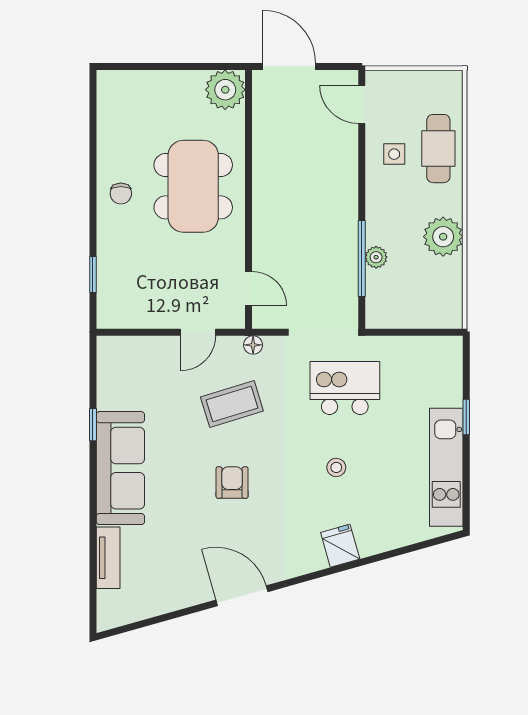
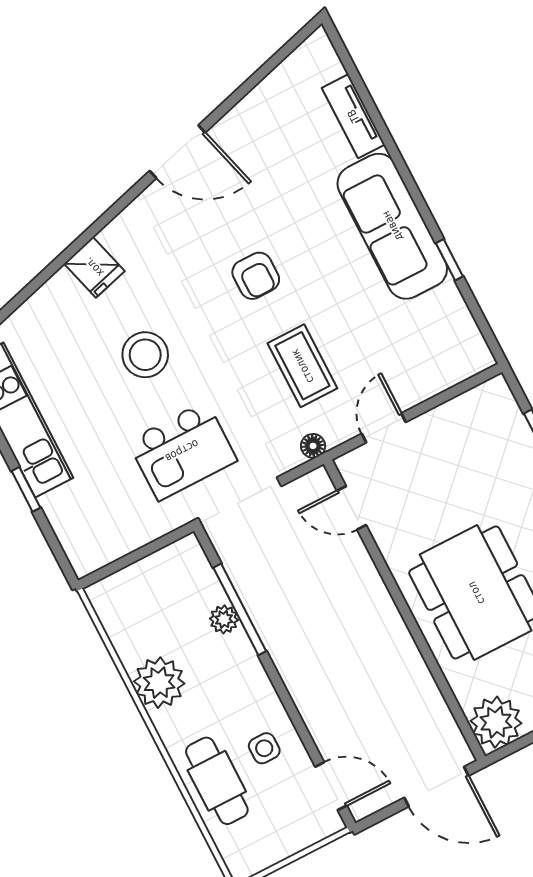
coffee table: (232, 404) -> (302, 366), turned -73
stool: (336, 467) -> (145, 355), width x1.89, depth x1.89

